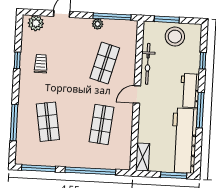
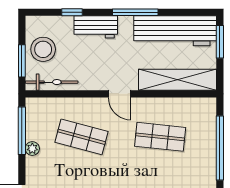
bicycle: (148, 64) -> (52, 82), moved
workbench: (190, 90) -> (96, 27), moved
shelving: (143, 157) -> (177, 80), width x2.20, depth x1.33

